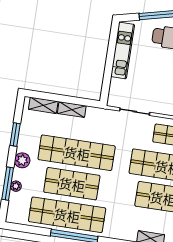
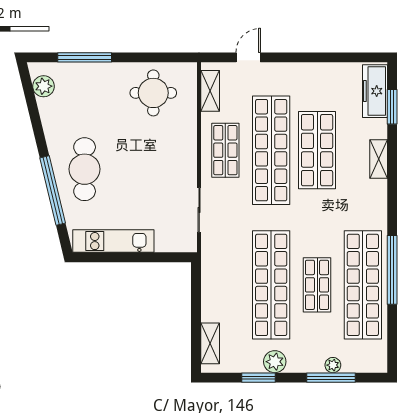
shelving: (72, 110) -> (210, 301), removed
plant: (22, 160) -> (275, 362), moved
shop shelf: (72, 184) -> (317, 285), width x0.70, depth x0.74

